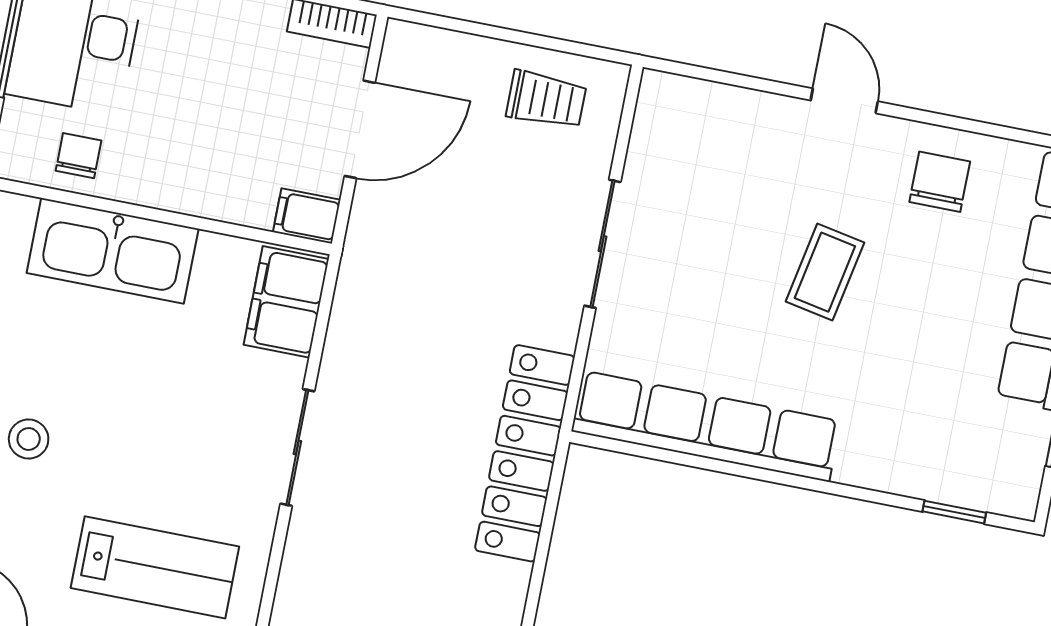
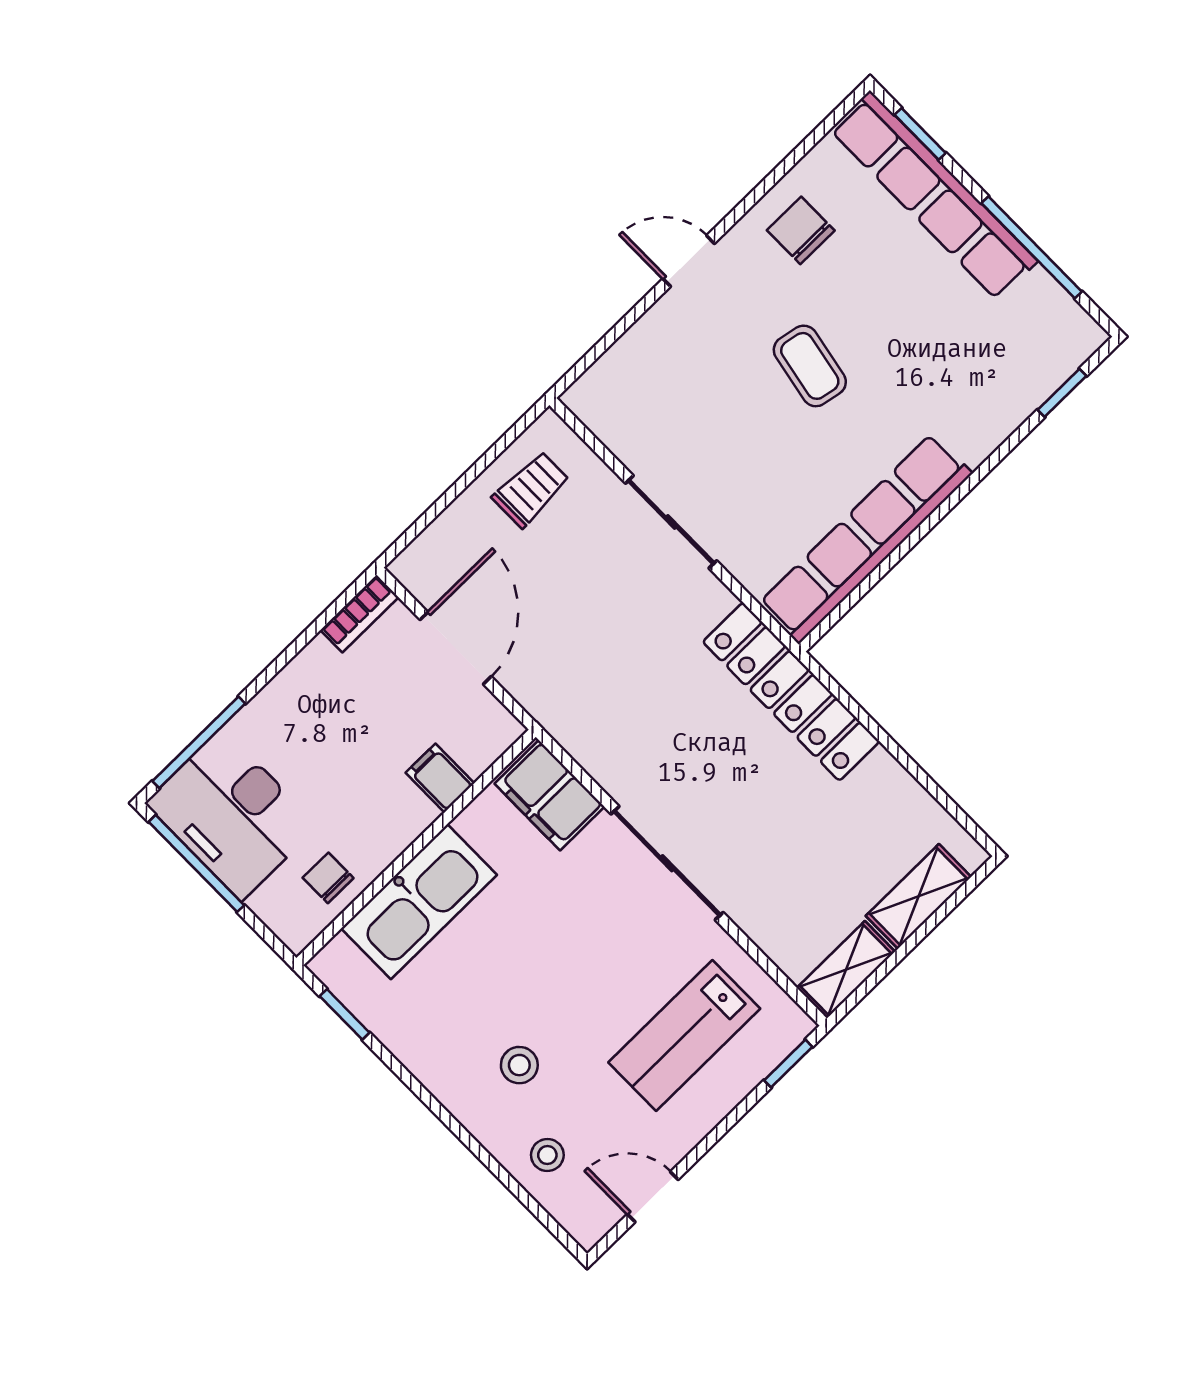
filing cabinet: (307, 216) -> (440, 778), moved, turned 90
sliding door: (297, 448) -> (667, 863), width x1.37
lab bench: (155, 567) -> (684, 1036), turned 180

